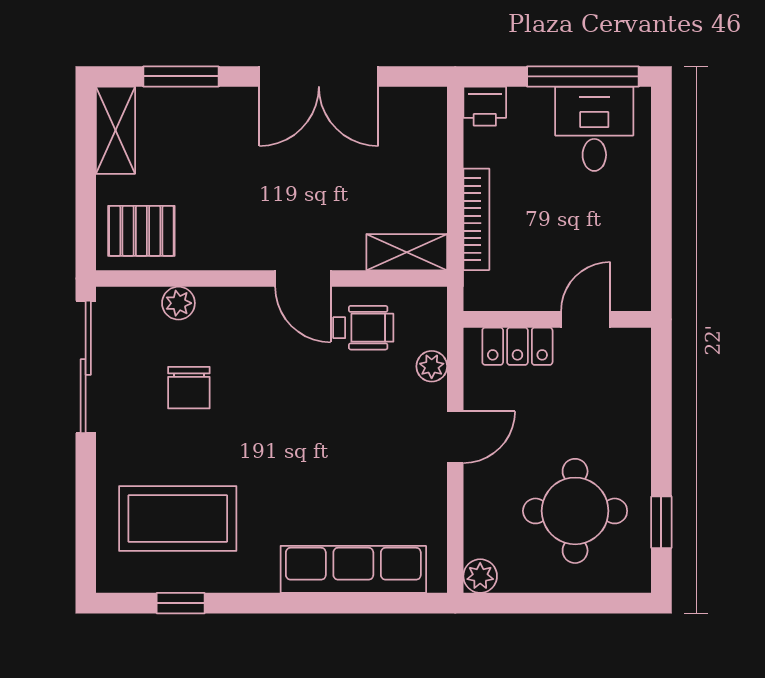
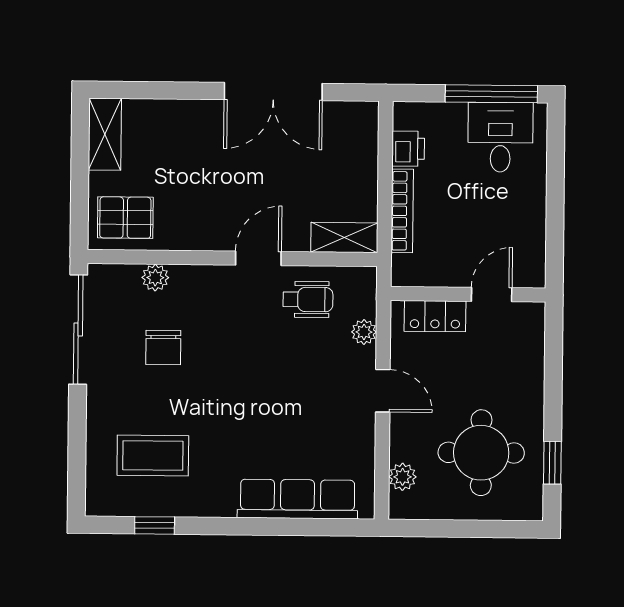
window: (181, 76) -> (159, 90), removed
printer: (485, 106) -> (408, 149), moved, turned -90
door: (303, 279) -> (258, 258), swing flipped
door: (455, 437) -> (383, 391), hinge flipped
coffee table: (178, 518) -> (153, 455), width x0.73, depth x0.76
plant: (480, 576) -> (403, 477), moved

